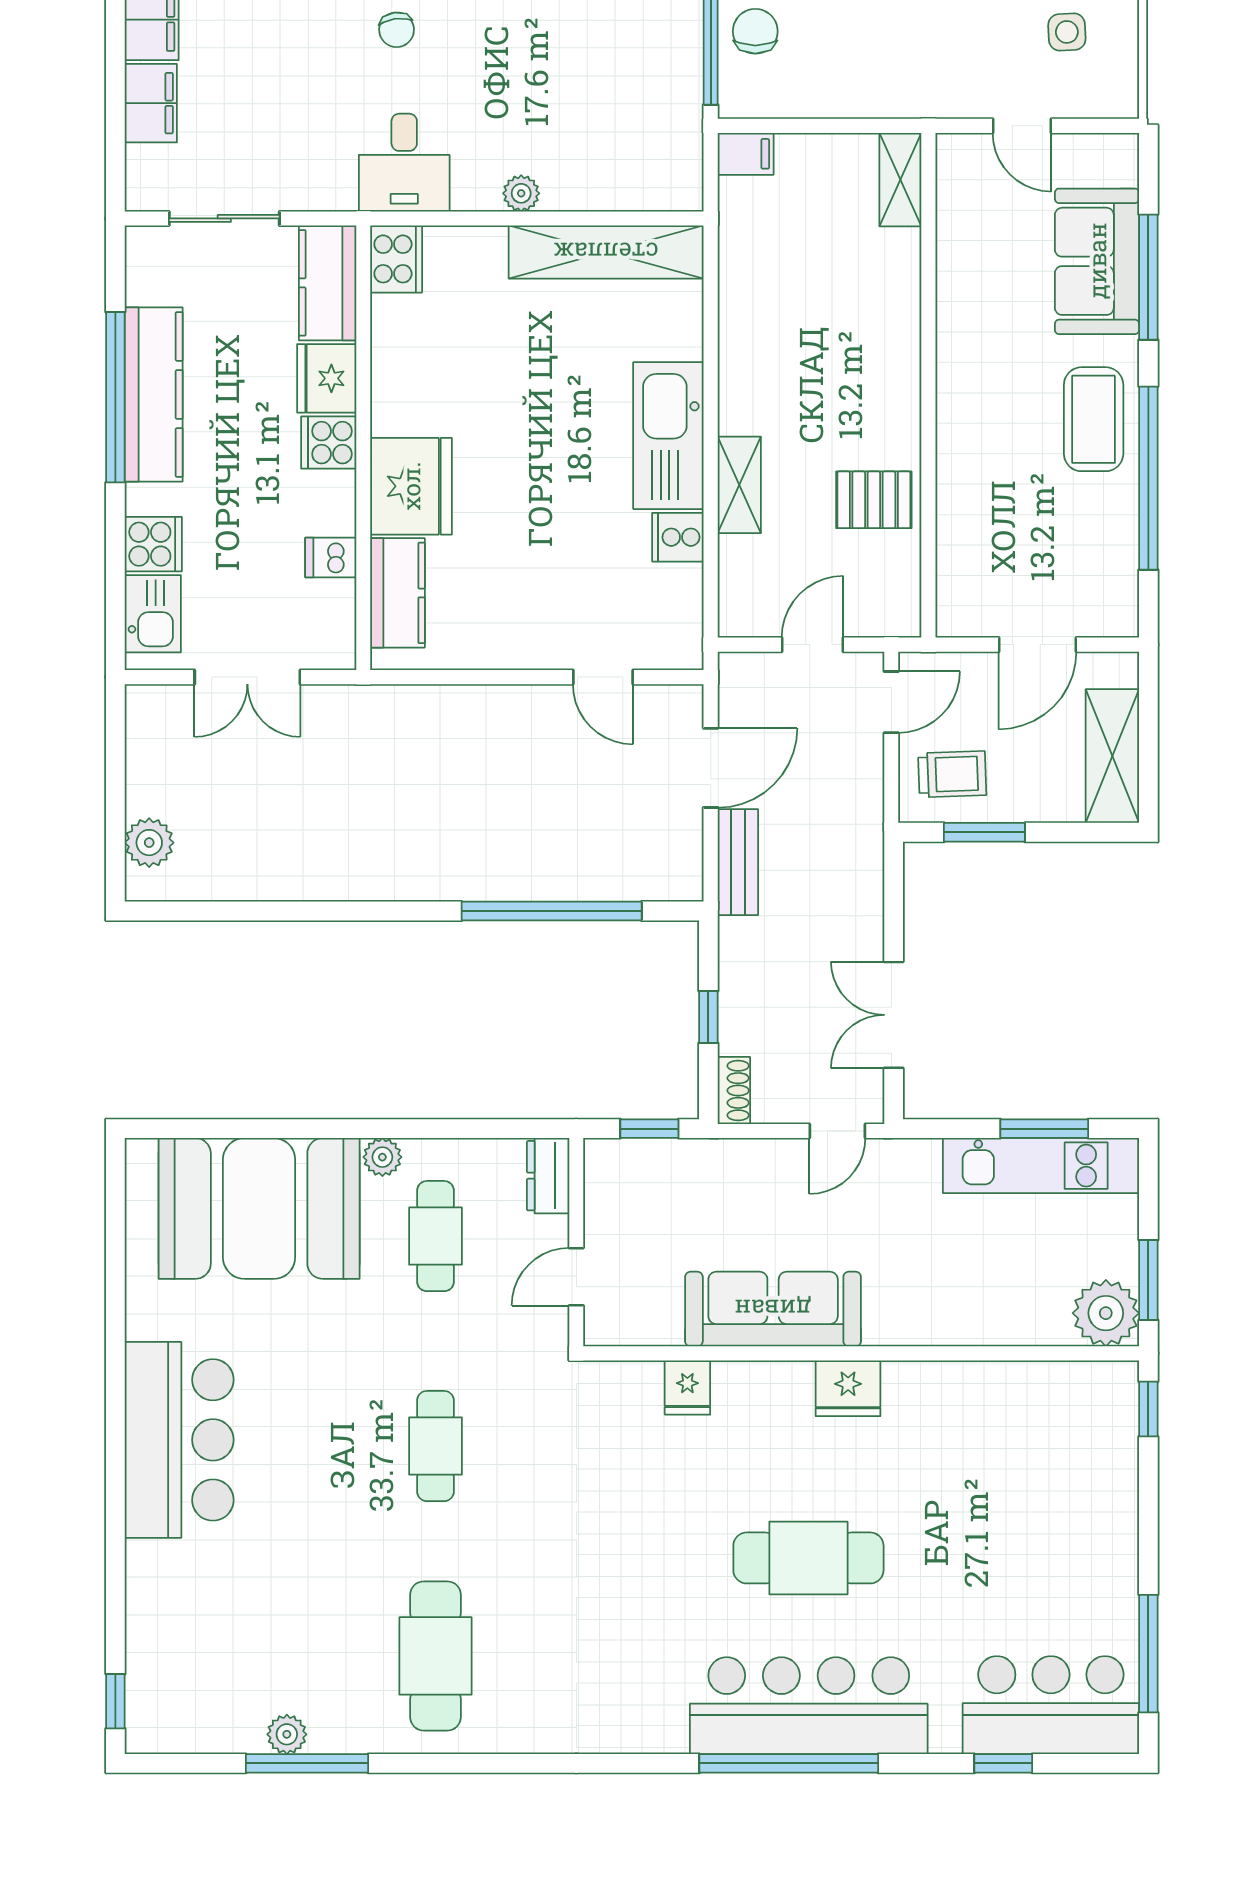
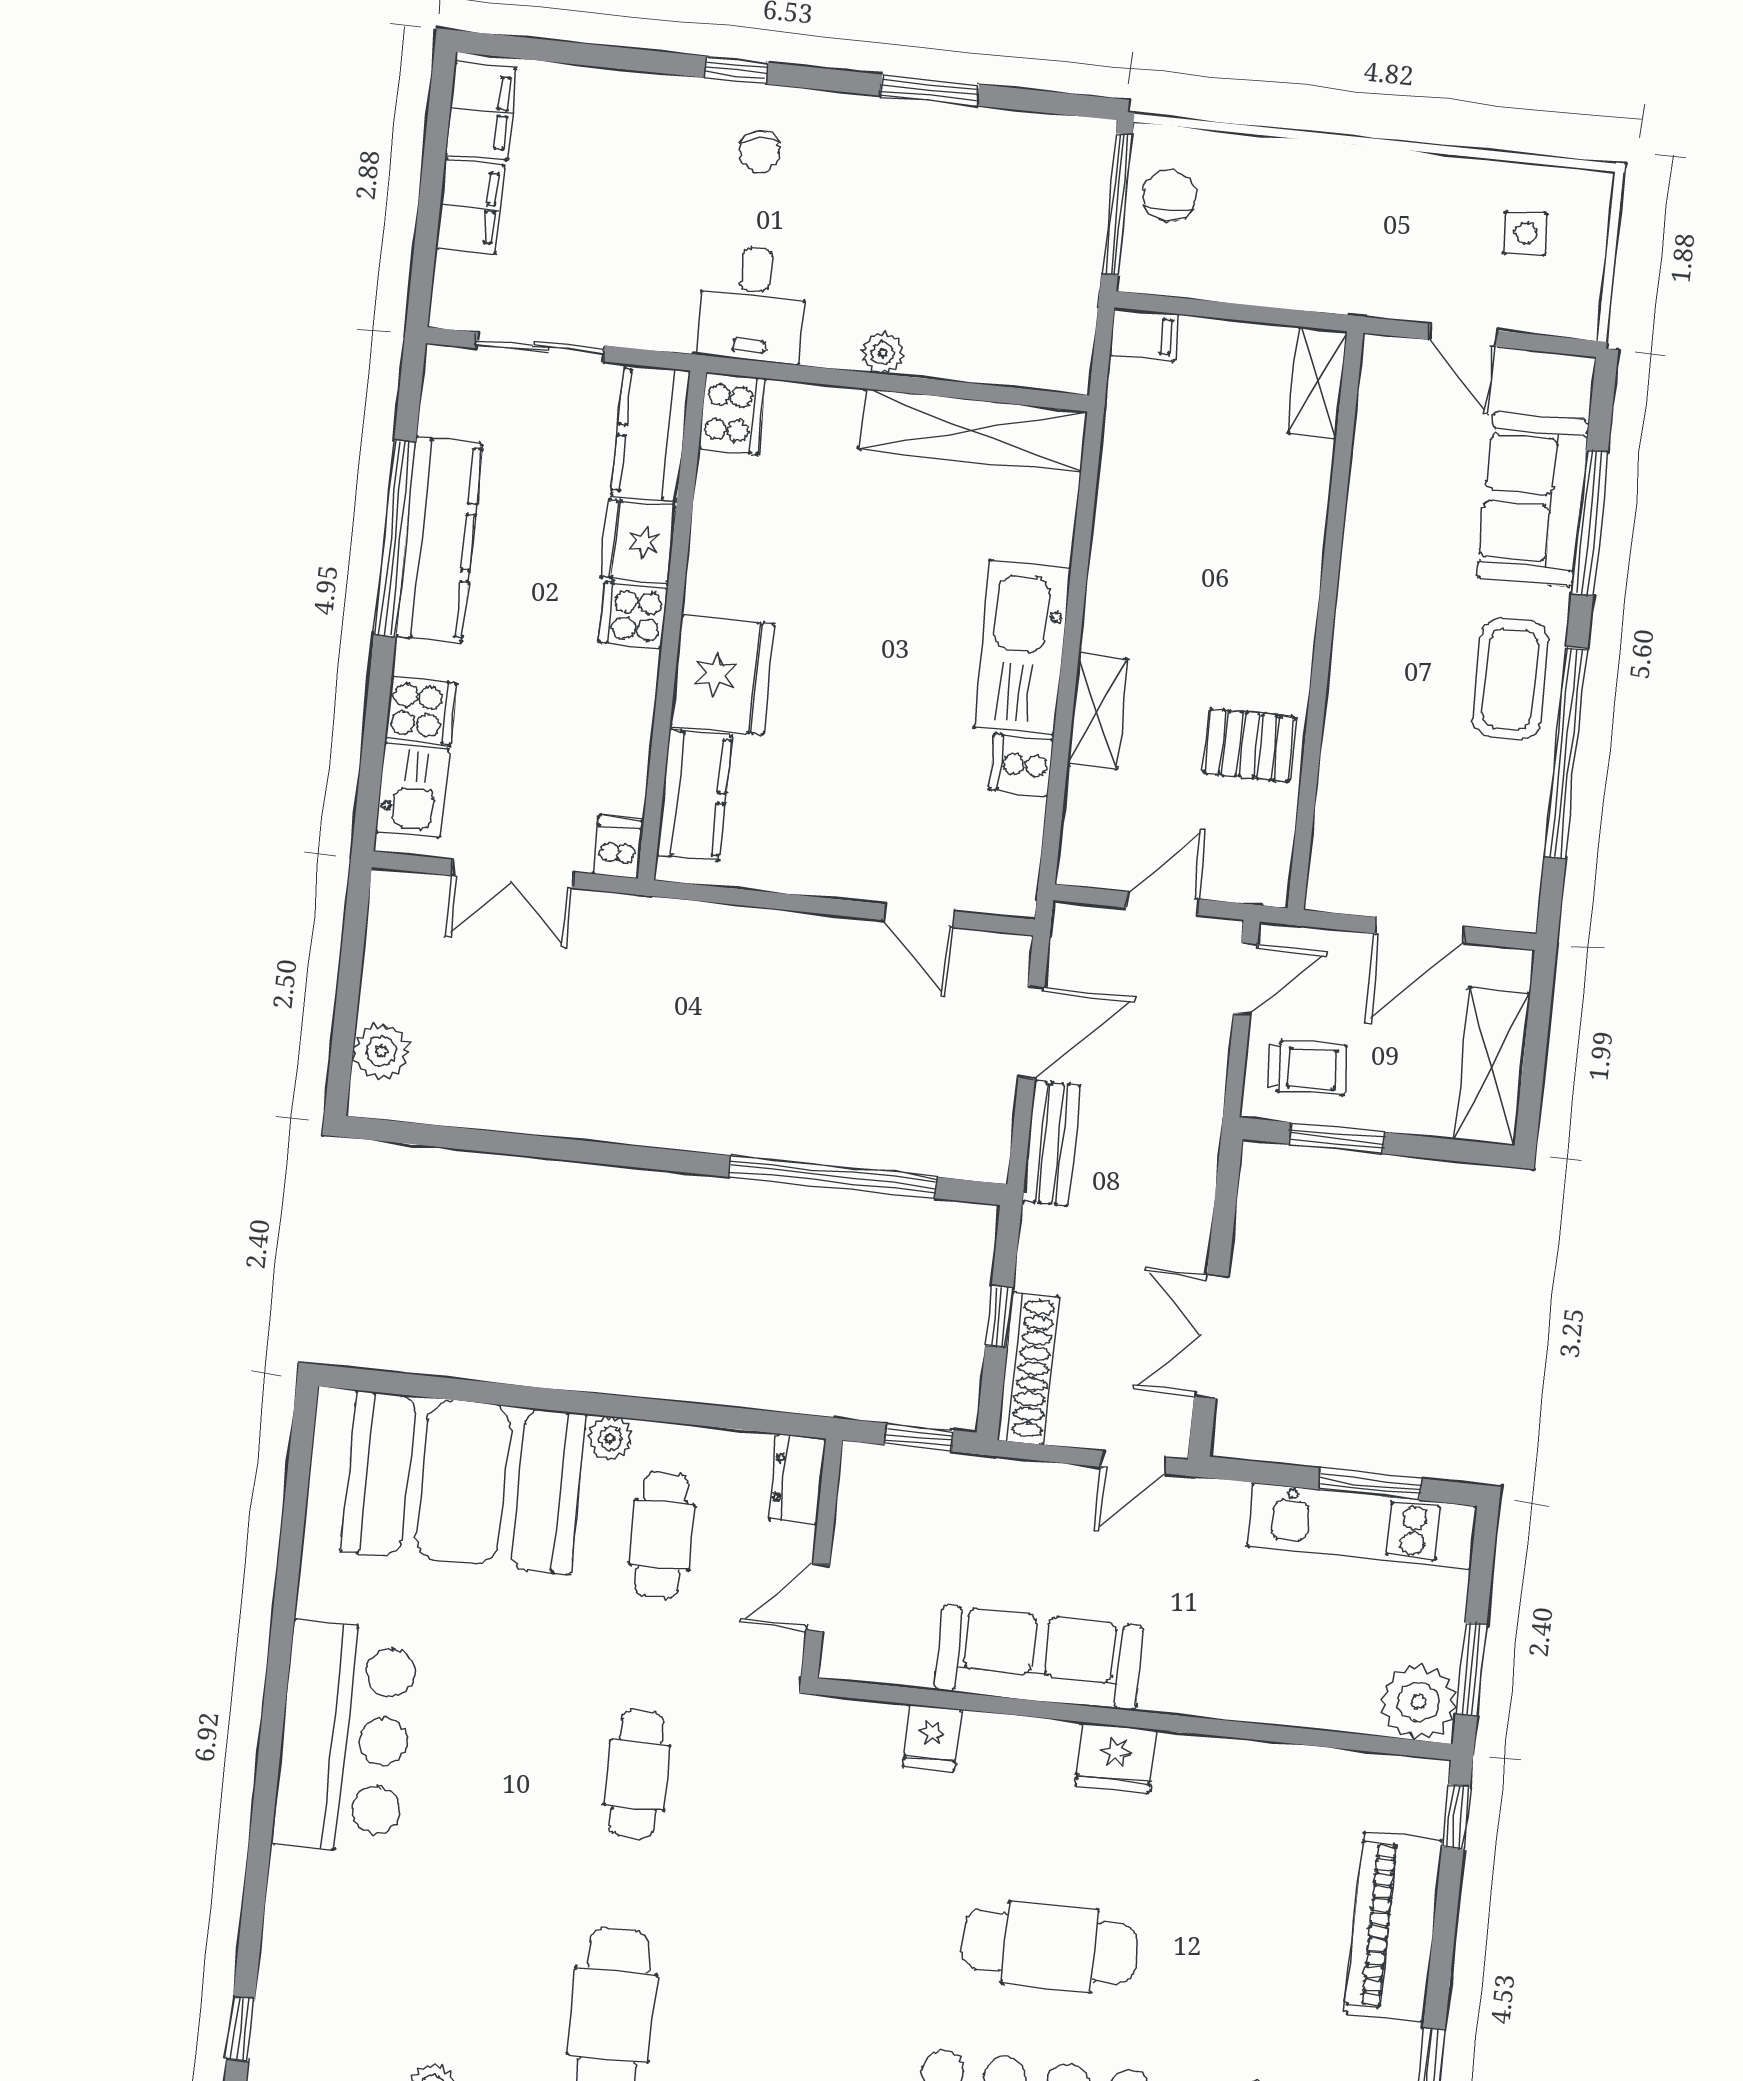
dishwasher: (331, 558) -> (618, 847), moved, turned 90
shoe rack: (734, 1090) -> (1028, 1368), width x1.94, depth x1.24
piano: (1105, 1510) -> (1394, 1927), added

